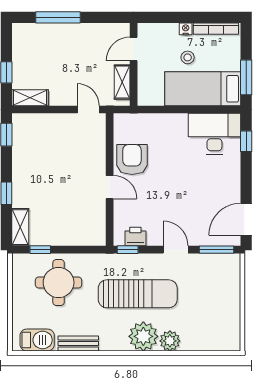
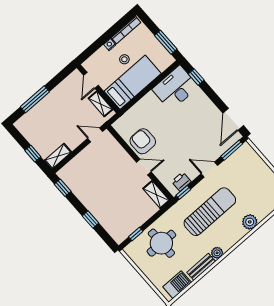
bed: (203, 89) -> (133, 82), moved, turned 180
shelving: (20, 227) -> (156, 195), moved
plant: (143, 336) -> (217, 253), moved, width x0.53, depth x0.53

